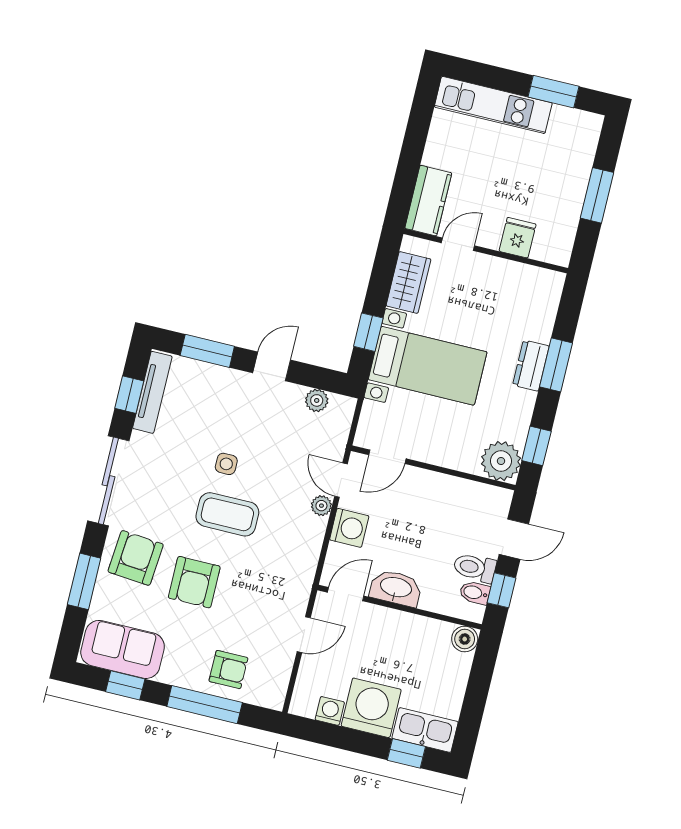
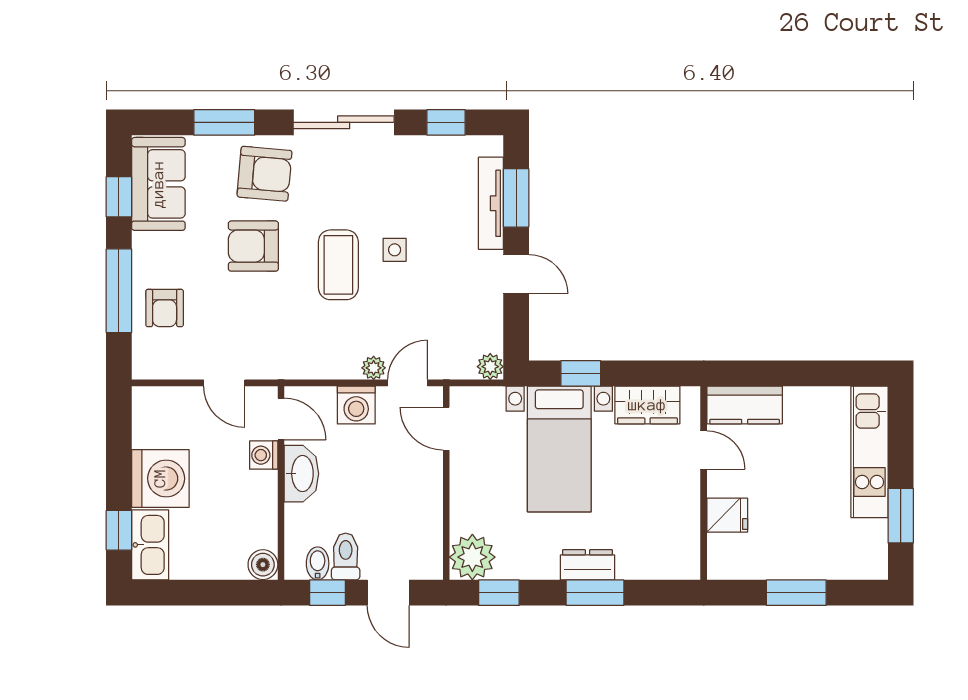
tv unit: (152, 392) -> (491, 203), moved, turned 90
plant: (317, 400) -> (490, 367), moved
washing machine: (330, 711) -> (264, 455), moved, turned 180

